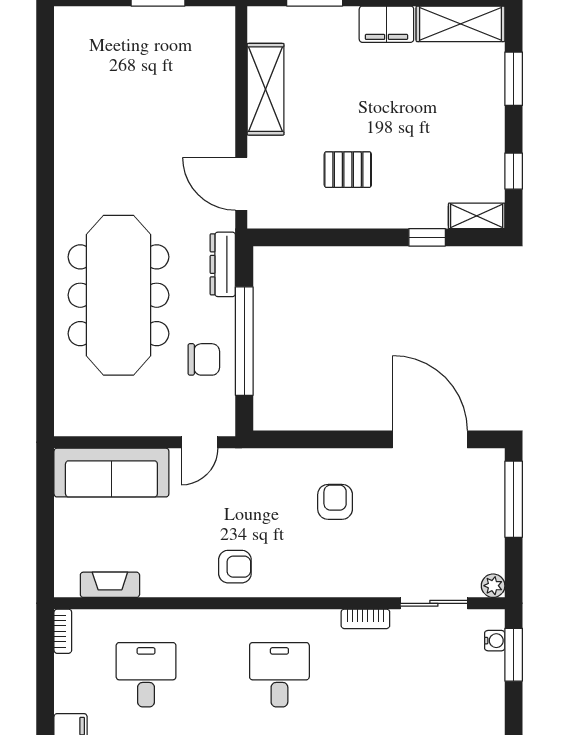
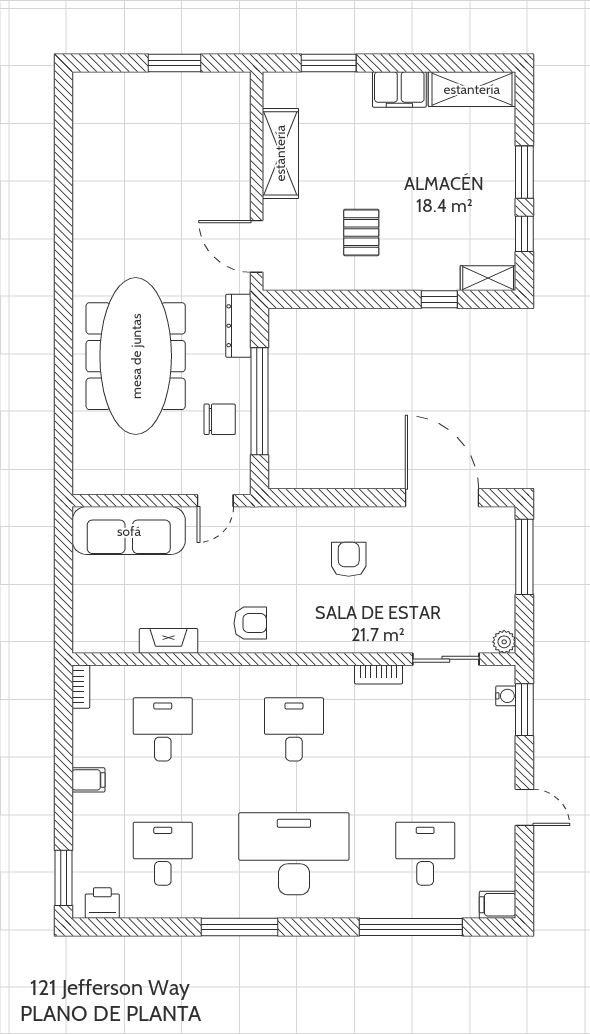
window: (514, 79) -> (524, 172), moved
pallet: (348, 170) -> (361, 232), turned 90
fireplace: (110, 585) -> (169, 641), moved

